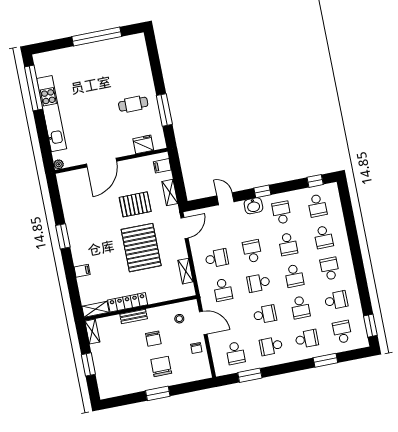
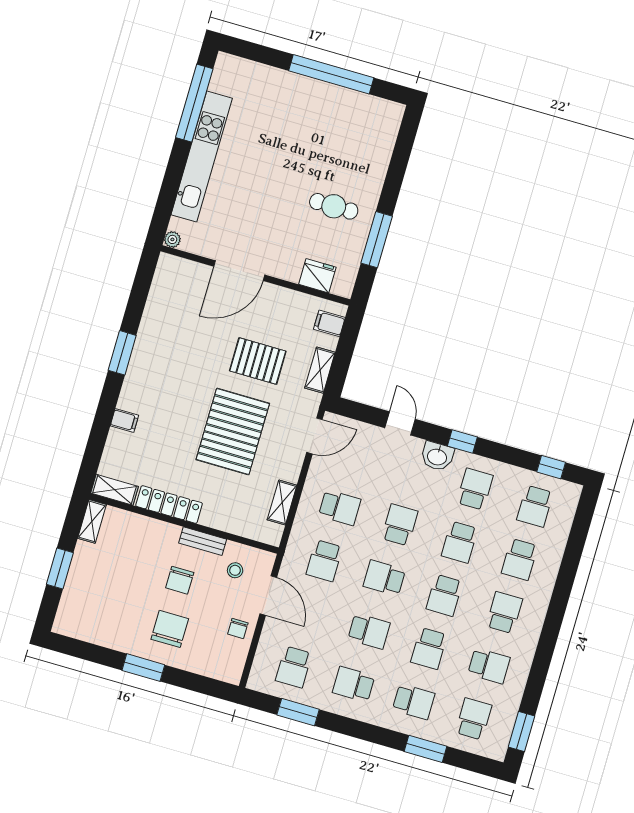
bench: (134, 316) -> (203, 541), moved

